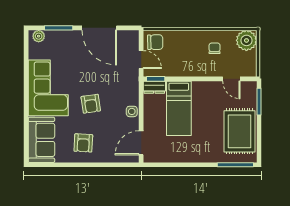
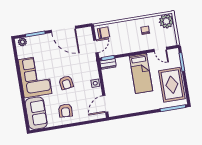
door: (141, 60) -> (96, 46), hinge flipped
bed: (179, 108) -> (141, 73), moved

